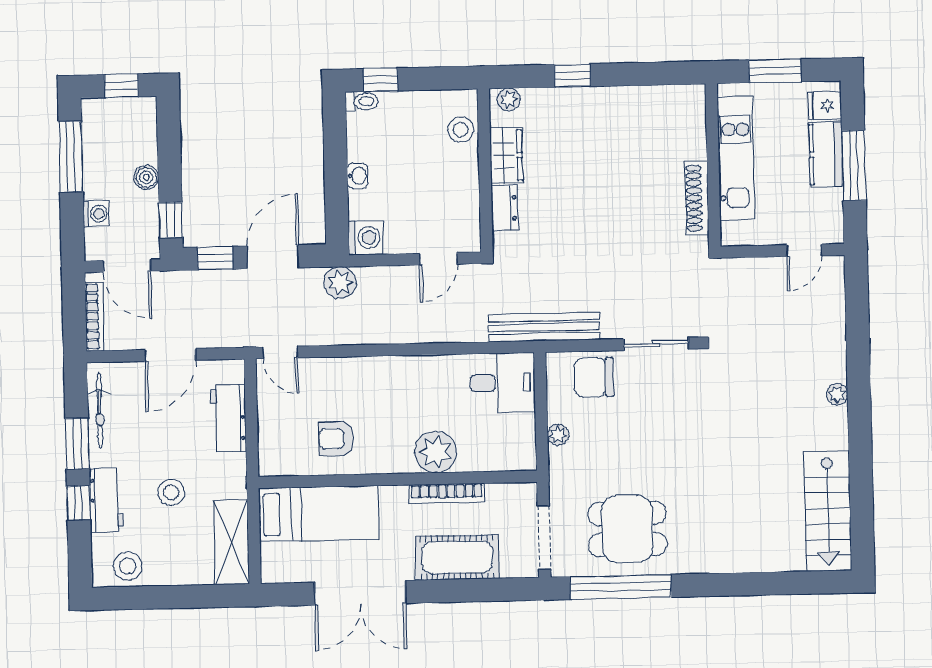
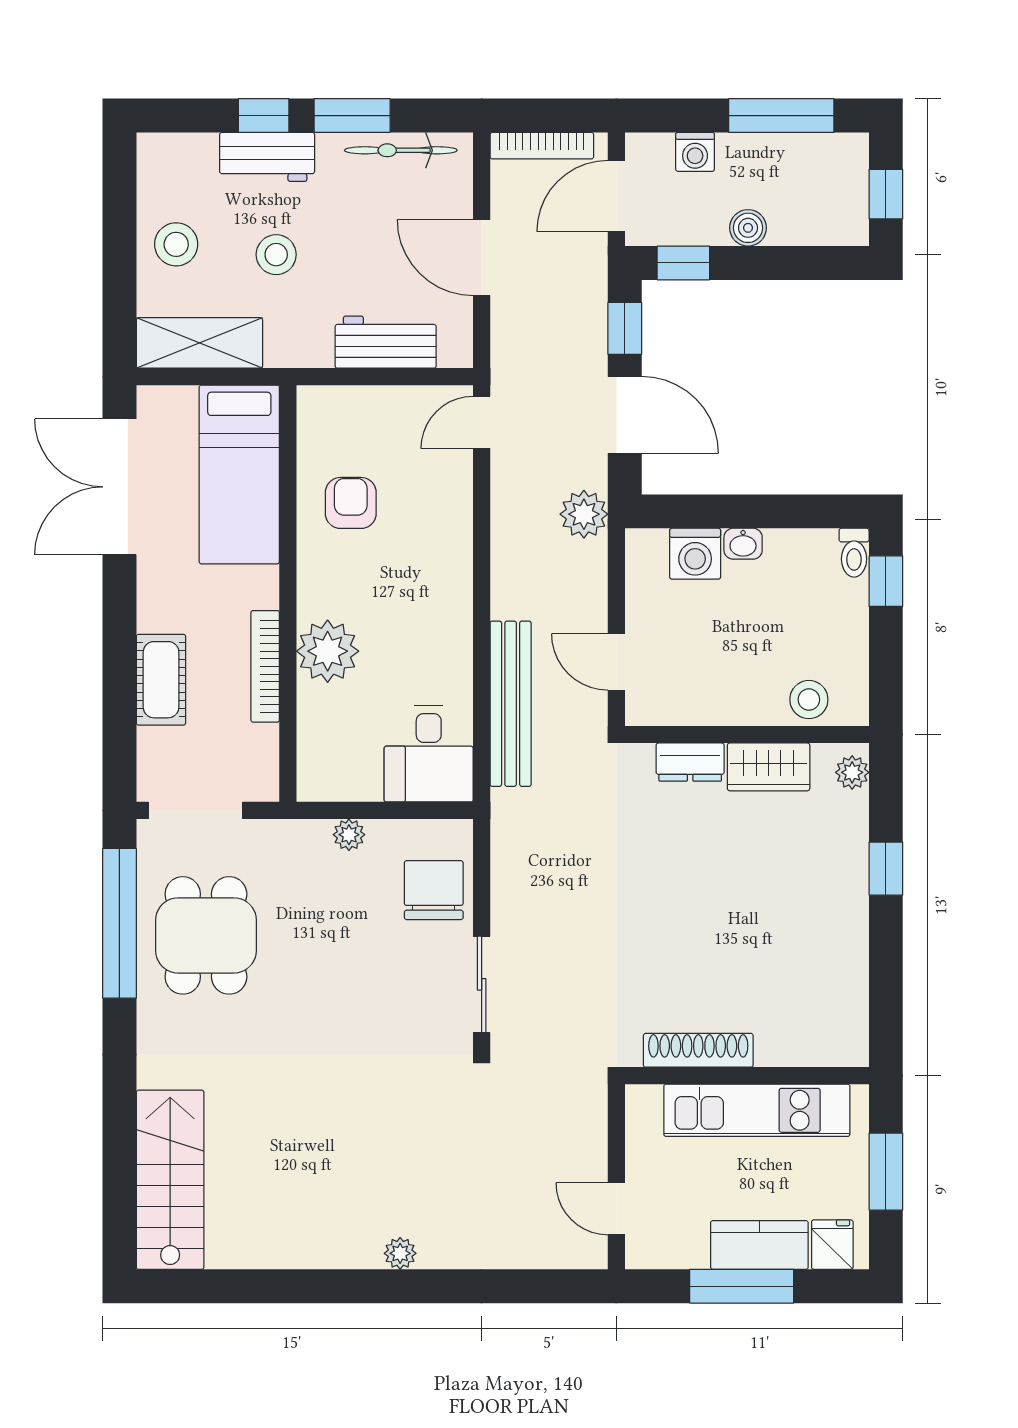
washing machine: (366, 238) -> (695, 554), moved
bench: (544, 327) -> (511, 704), moved
stairs: (828, 511) -> (170, 1180), moved, turned 90
cot: (457, 557) -> (161, 680), width x0.73, depth x0.75
stool: (128, 566) -> (176, 244), moved
double door: (360, 593) -> (119, 487), moved

